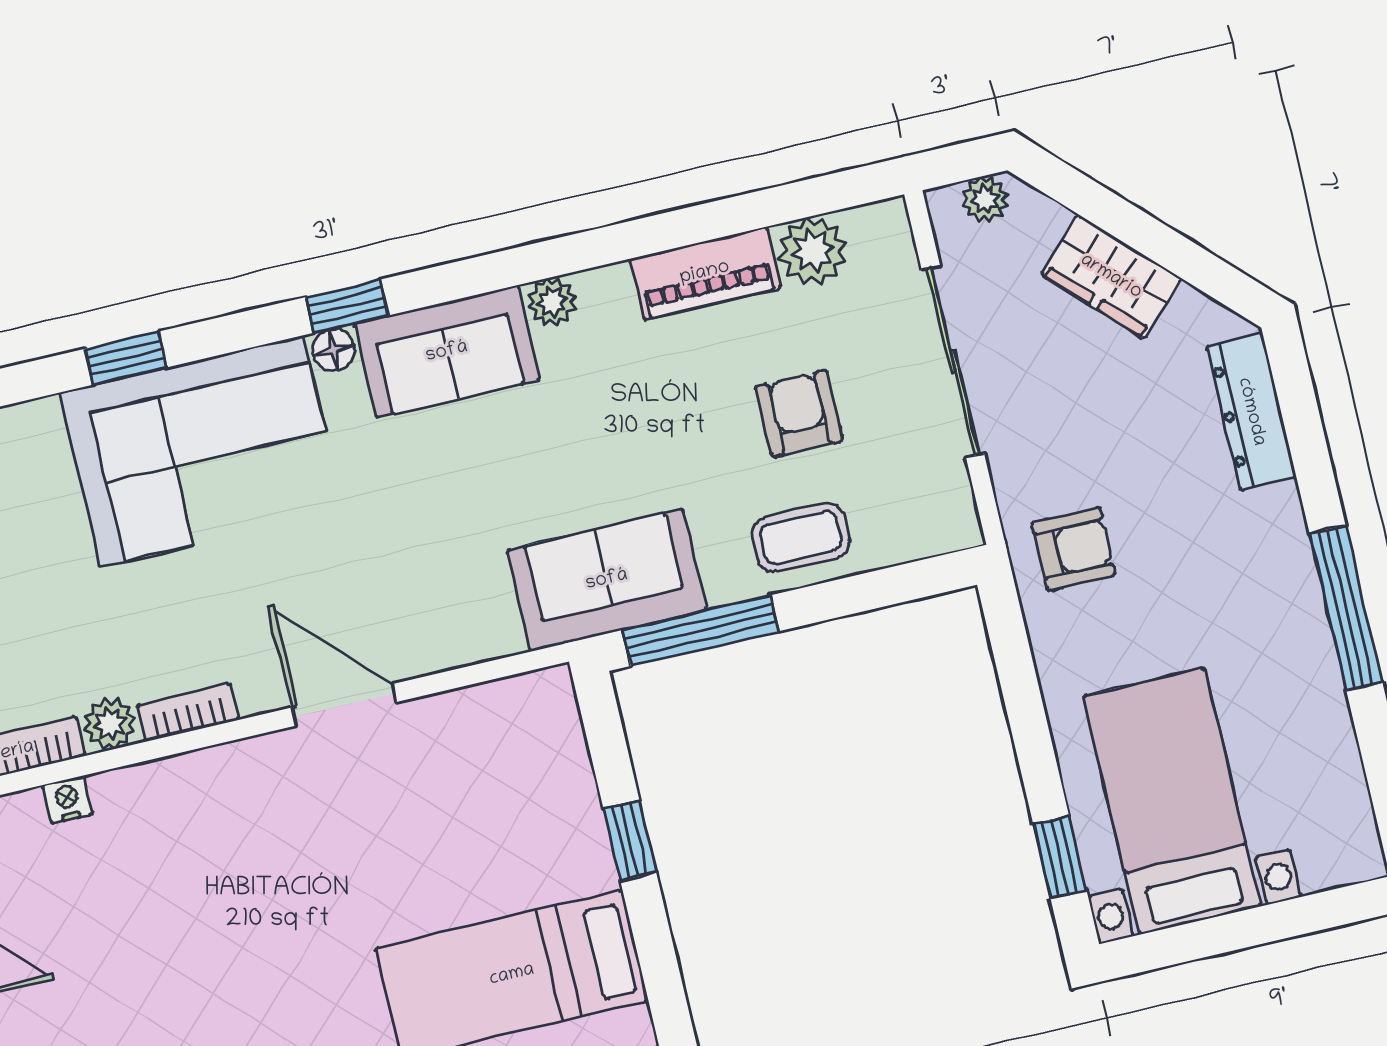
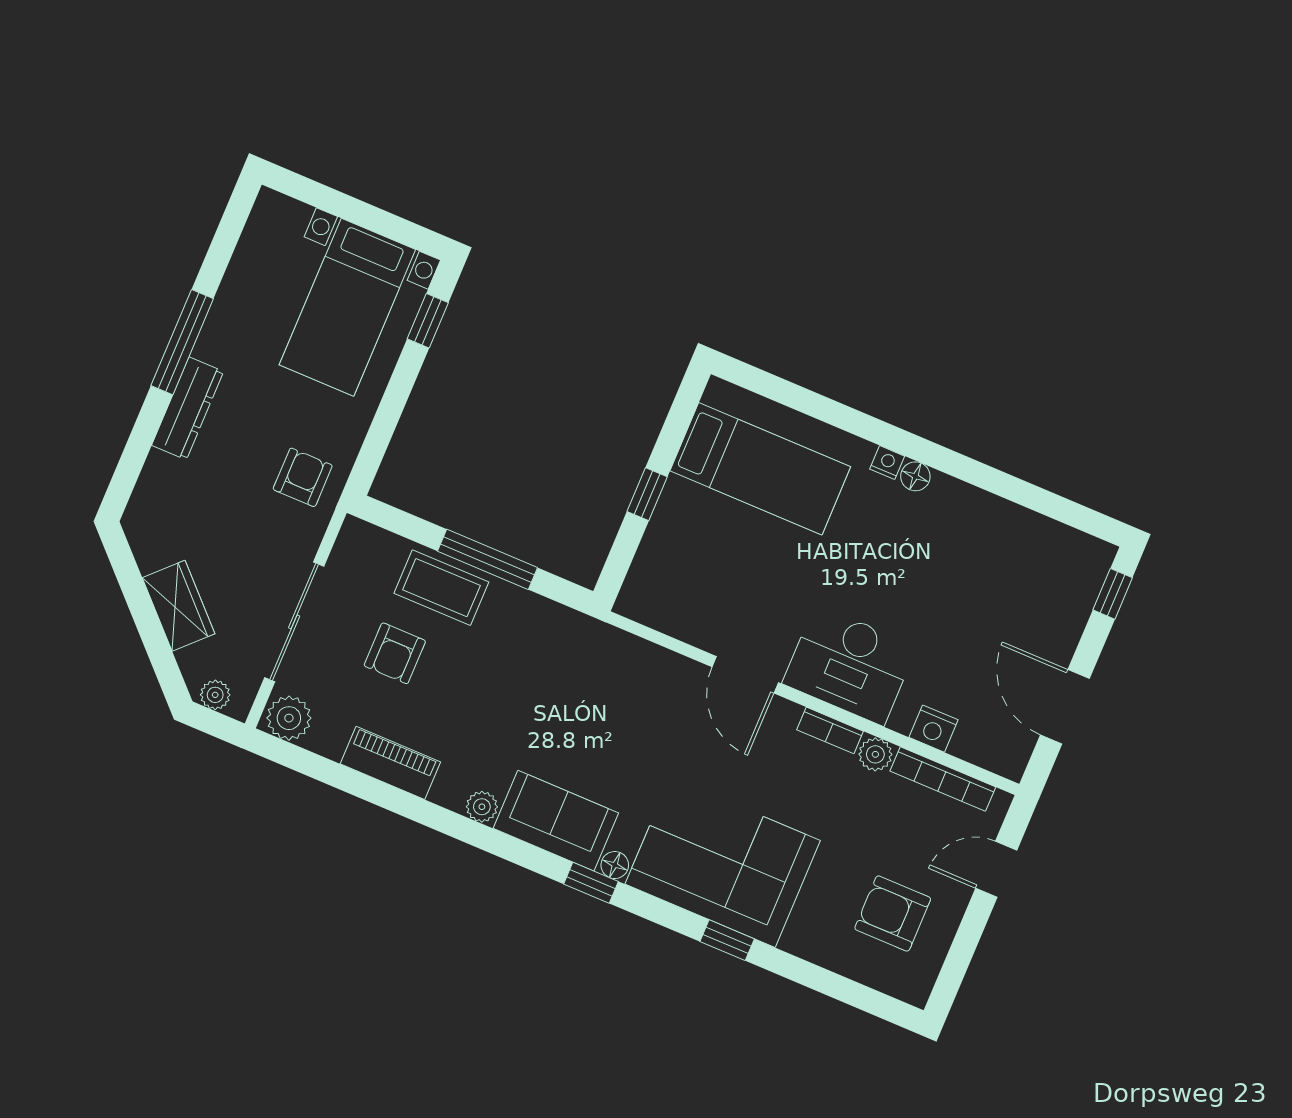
plant: (813, 251) -> (289, 718), moved
dresser: (1251, 412) -> (188, 408), moved
coffee table: (801, 538) -> (441, 588), width x1.36, depth x1.30
armchair: (1073, 549) -> (303, 477), turned 90
sofa: (607, 580) -> (560, 640), removed
window: (700, 631) -> (487, 559), moved
nightstand: (67, 800) -> (933, 729), width x1.39, depth x1.35
desk: (223, 812) -> (850, 665), added

